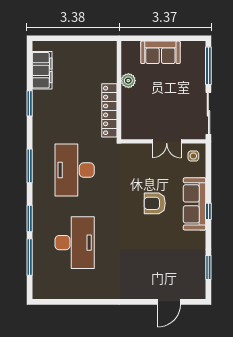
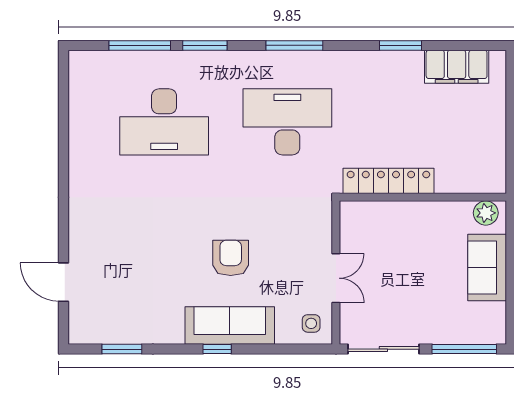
plant: (128, 81) -> (486, 213), moved
double door: (167, 141) -> (336, 278), swing flipped

